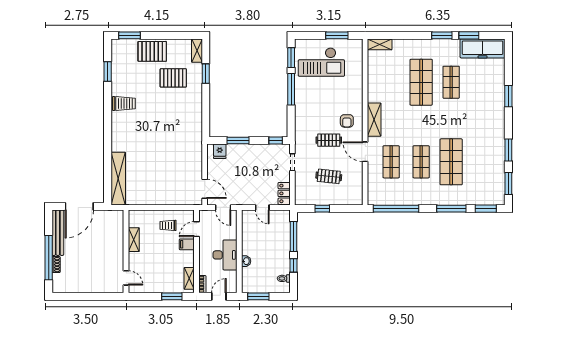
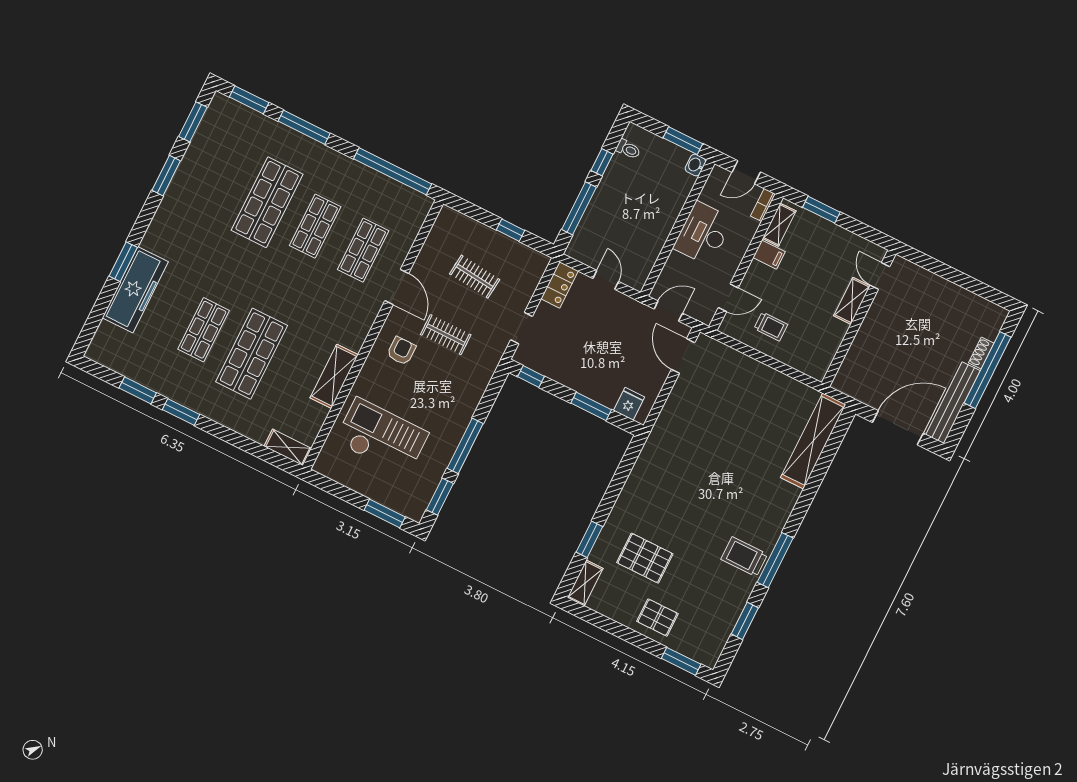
window: (337, 35) -> (385, 514), moved
freezer: (483, 48) -> (135, 290), moved, turned 90
pallet: (152, 51) -> (657, 618), width x0.67, depth x0.71
checkout: (321, 62) -> (382, 437), moved
window: (108, 110) -> (775, 560), added
shelving: (374, 120) -> (334, 376), moved
door: (223, 207) -> (668, 311), hinge flipped
shelving: (134, 240) -> (852, 301), moved
filing cabinet: (187, 244) -> (769, 255), moved
washbasin: (246, 261) -> (695, 165), moved

